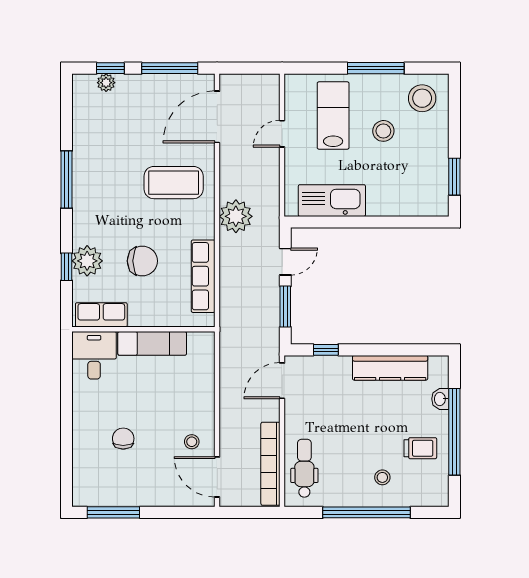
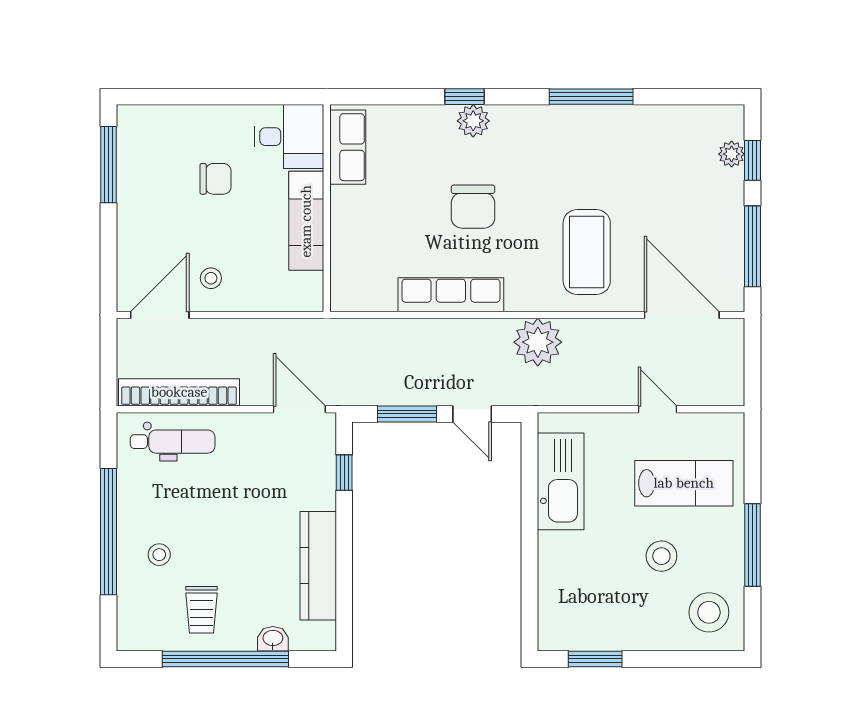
plant: (87, 261) -> (473, 121), width x0.73, depth x0.73
row of seats: (101, 315) -> (348, 147), moved
wall: (143, 329) -> (327, 208), moved
exam couch: (152, 343) -> (306, 221), moved
desk: (94, 355) -> (289, 137), moved

